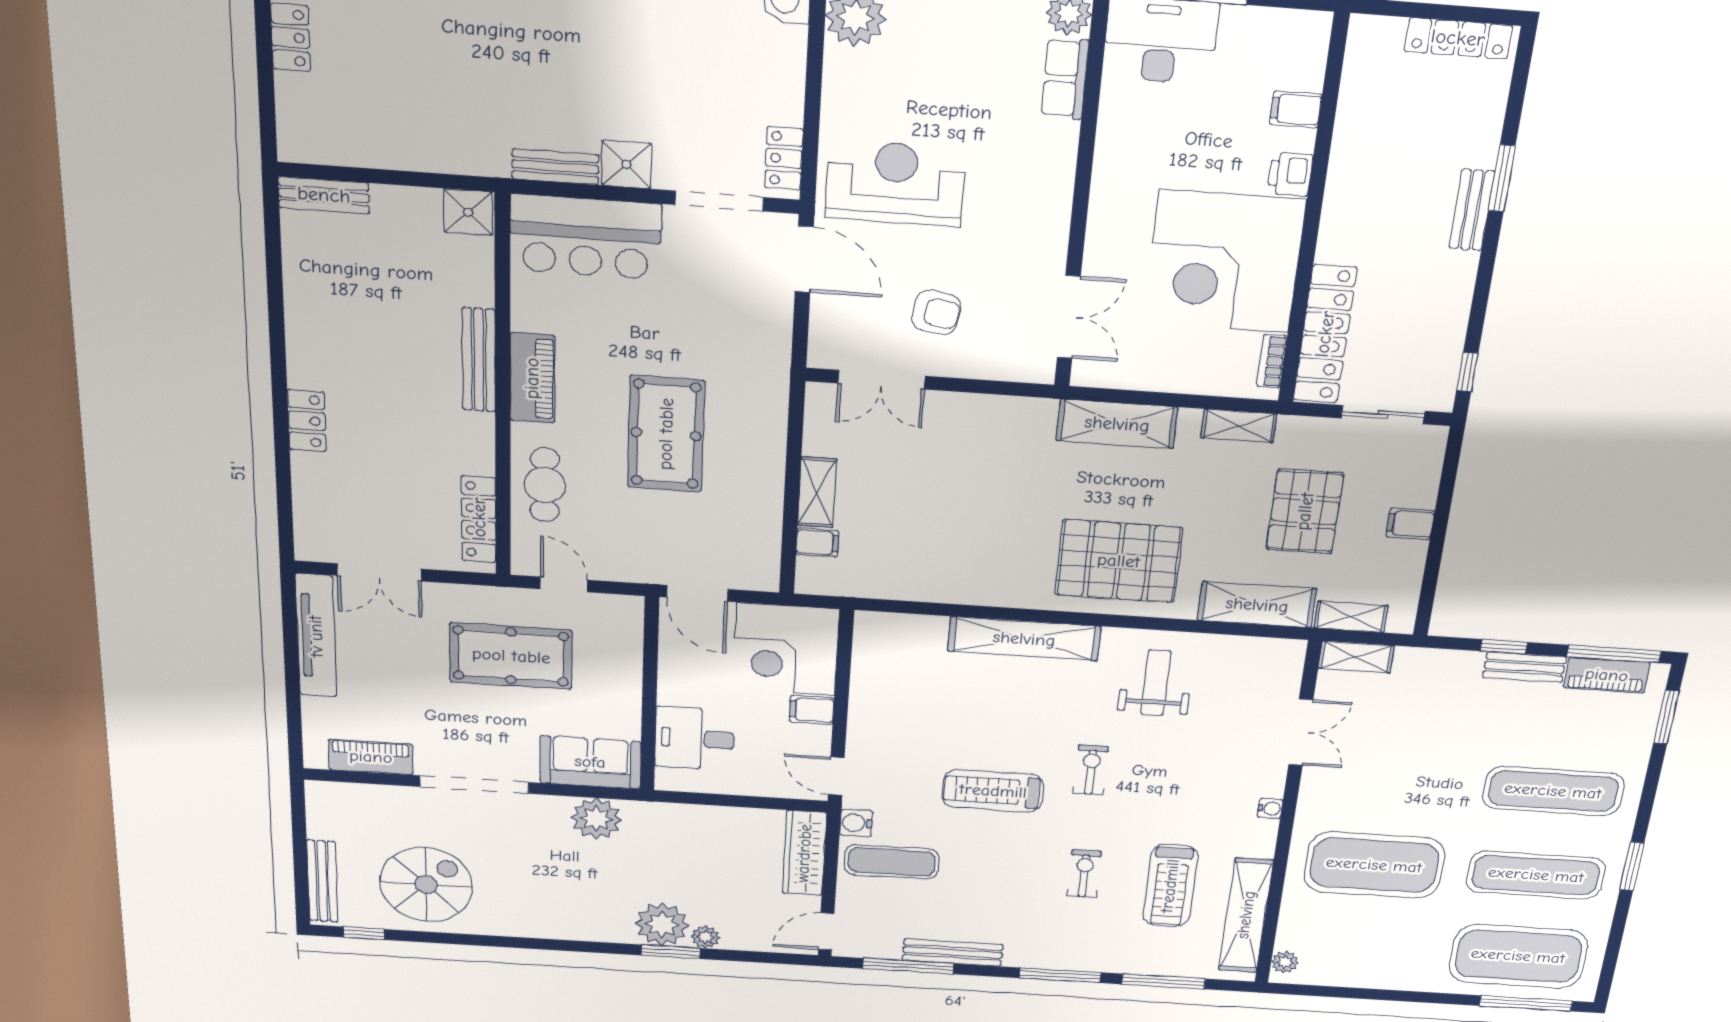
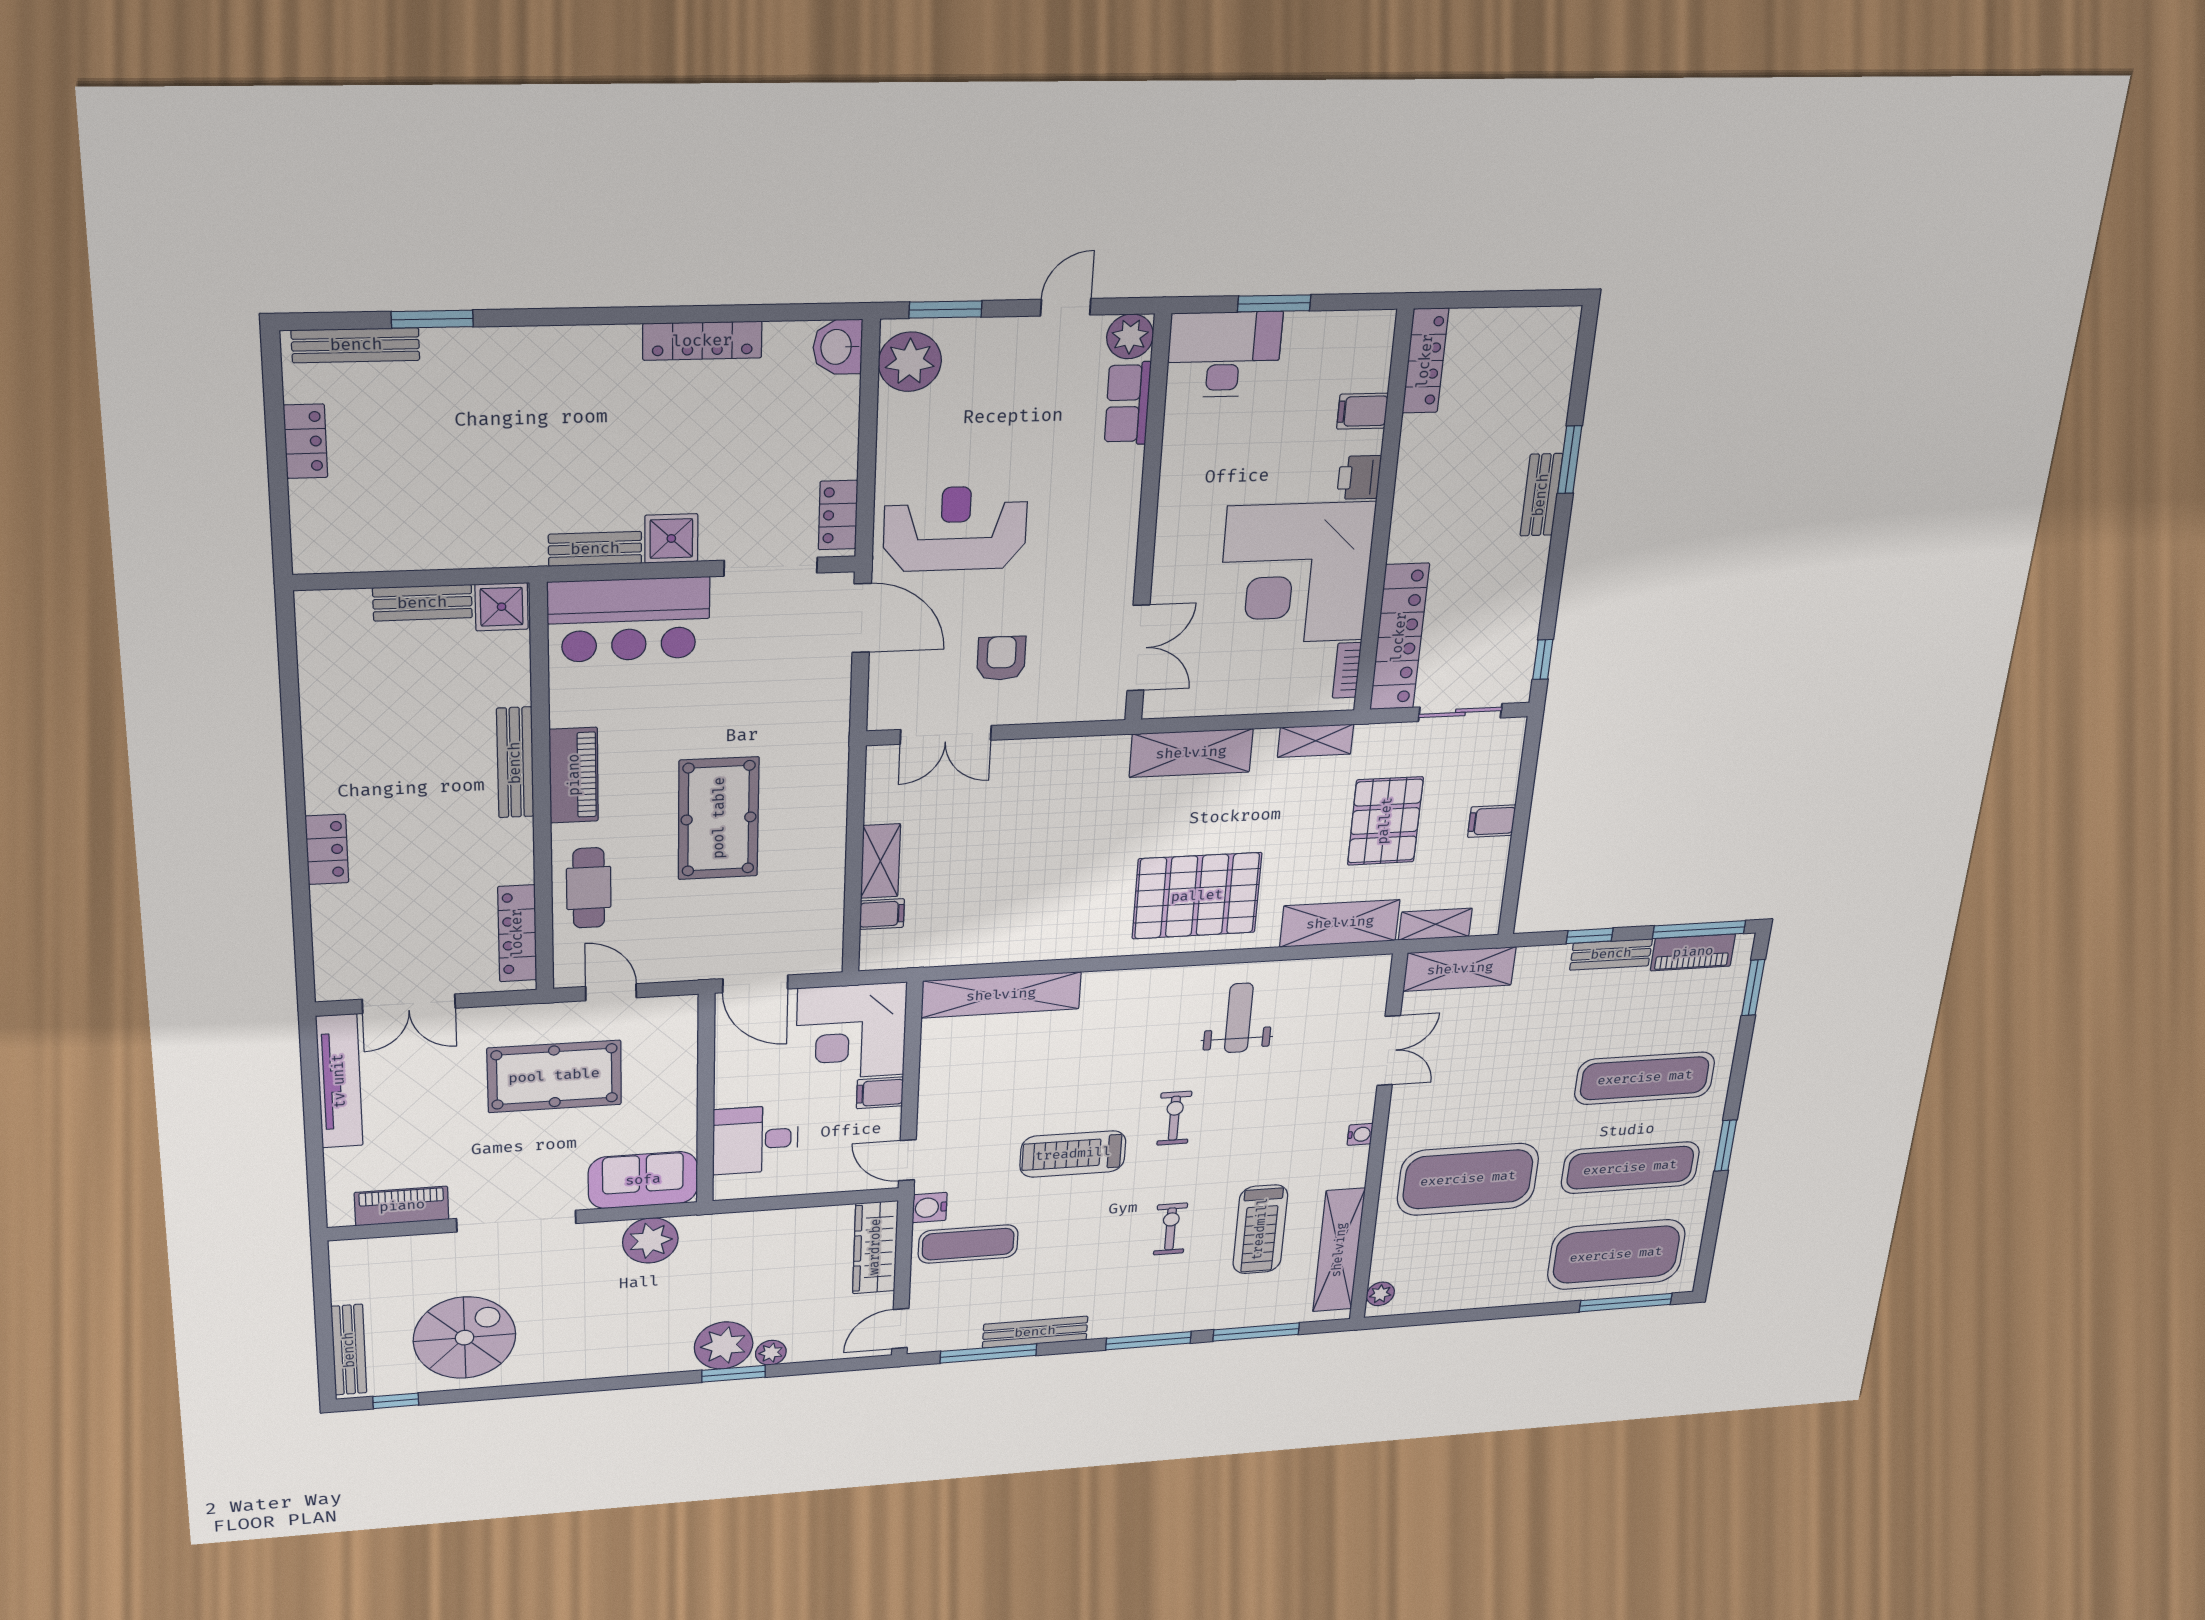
locker: (1458, 38) -> (1425, 361), moved, turned -90
bench: (324, 195) -> (422, 603), moved
armchair: (936, 312) -> (1001, 658), turned -99
shelving: (1024, 639) -> (1001, 995), moved
shelving: (1356, 657) -> (1460, 969), width x1.50, depth x1.33

